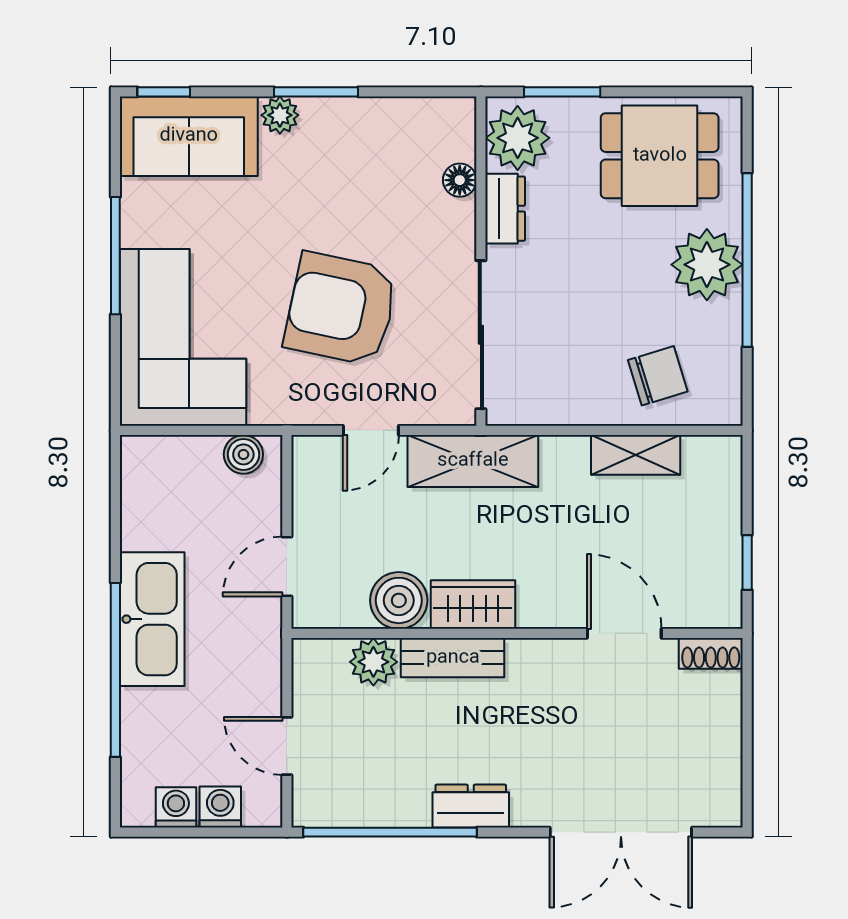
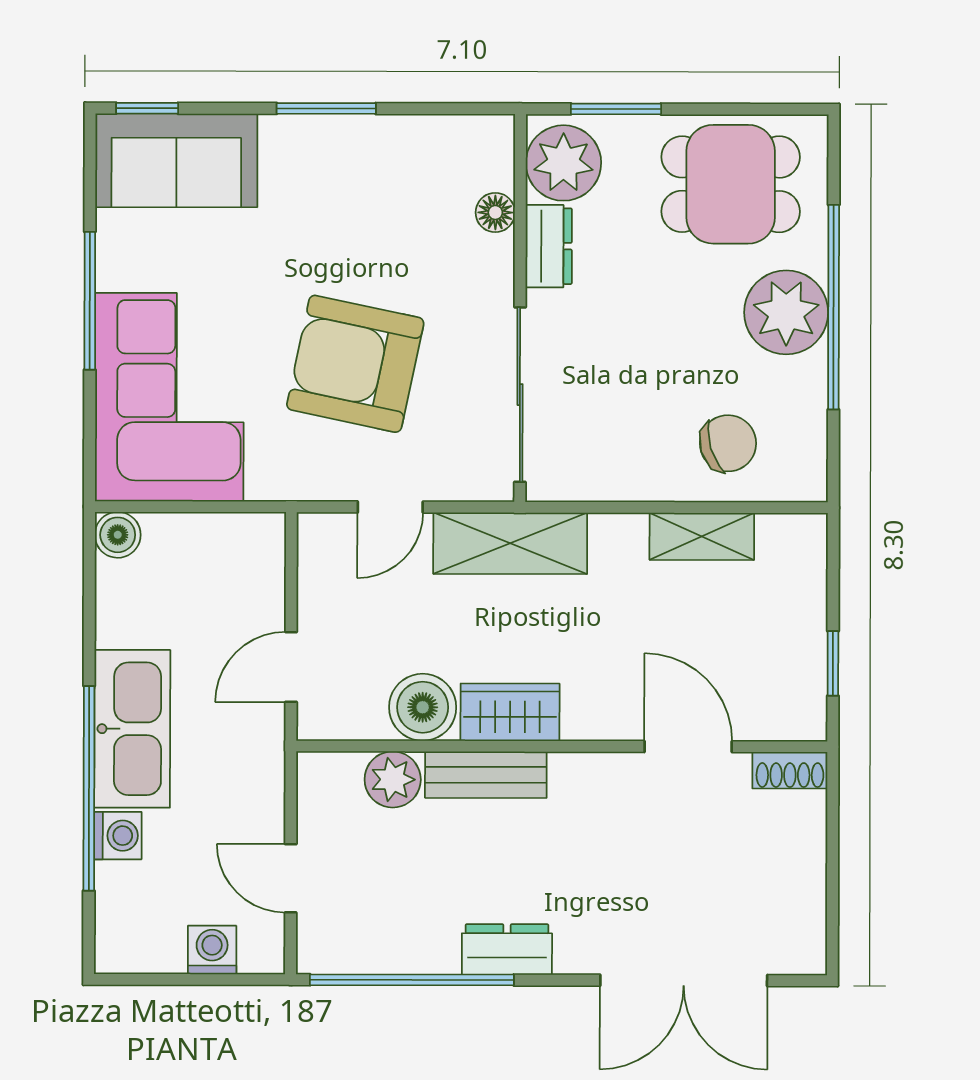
plant: (280, 115) -> (284, 136), removed
boiler: (243, 454) -> (118, 535), moved
washing machine: (176, 807) -> (118, 836), moved, turned 90

